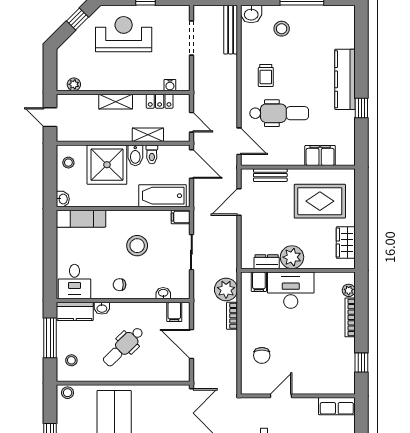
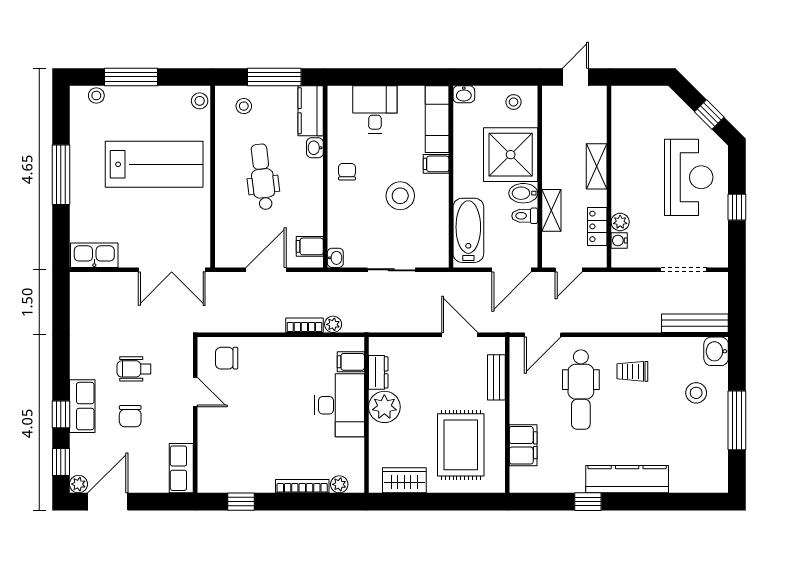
plant: (74, 84) -> (620, 222), moved
filing cabinet: (181, 217) -> (436, 164), moved, turned -90
desk: (74, 282) -> (375, 109), moved, turned 90
plant: (226, 289) -> (333, 324), width x0.53, depth x0.53
washbasin: (163, 293) -> (335, 258), moved
dental chair: (123, 347) -> (262, 177), turned 37
chair: (262, 355) -> (227, 358), moved

